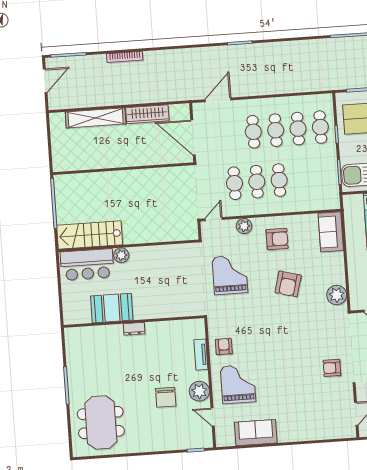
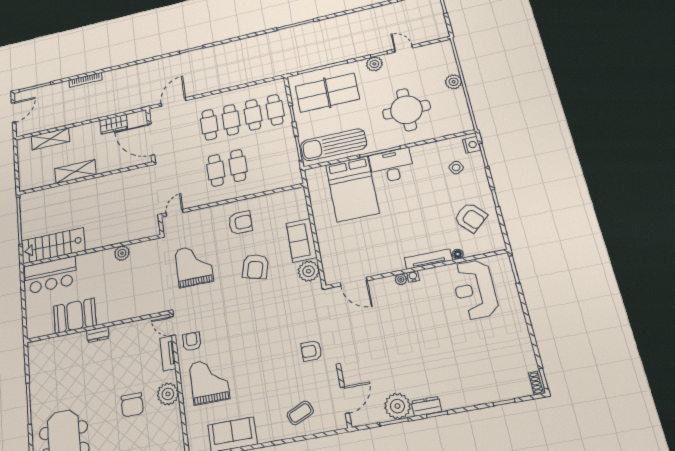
wardrobe: (147, 114) -> (114, 124), width x0.67
shelving: (96, 118) -> (50, 139), width x0.68
shelving: (113, 159) -> (75, 171), added
cafe table: (234, 183) -> (194, 175), removed
plant: (244, 226) -> (206, 215), removed
sofa: (331, 232) -> (302, 240), moved
plant: (121, 255) -> (122, 253), moved
door: (213, 417) -> (173, 326), moved
coffee table: (317, 420) -> (300, 413), added

